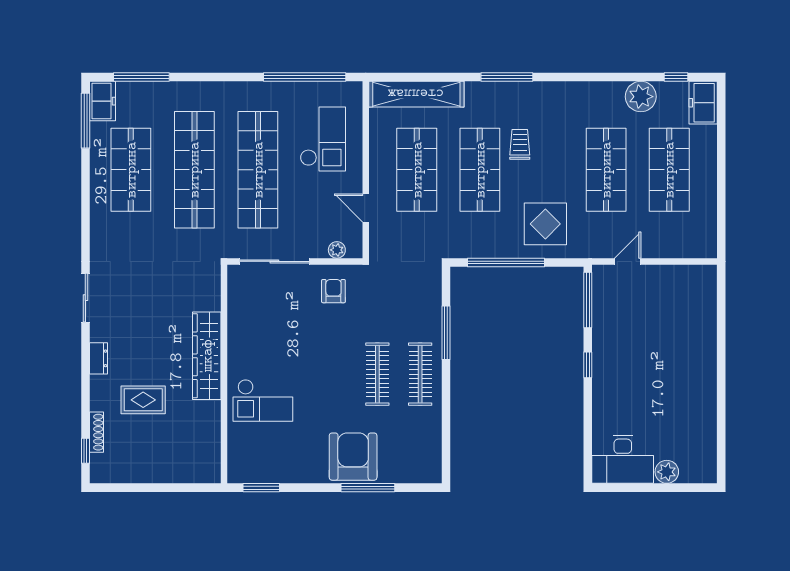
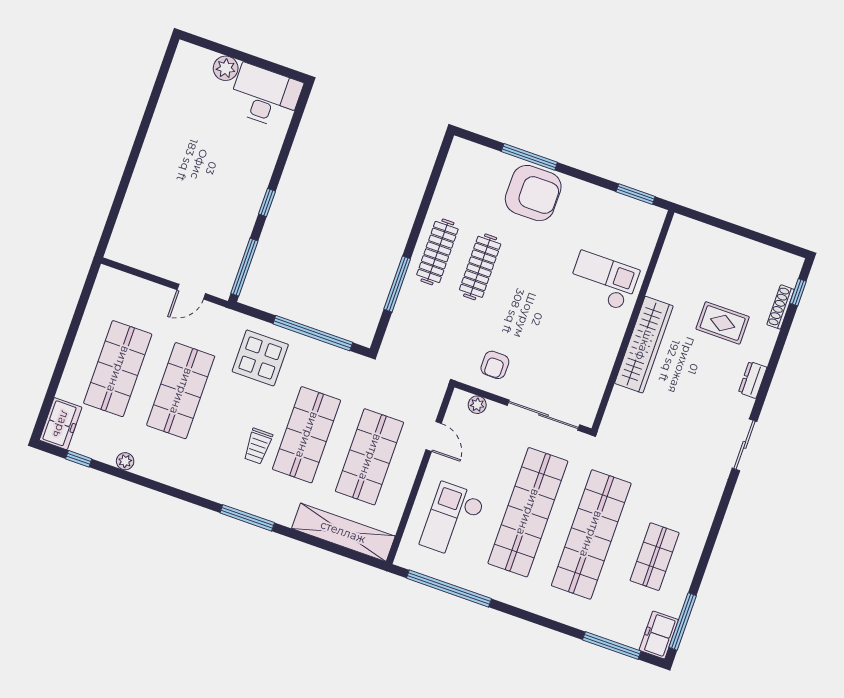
plant: (641, 97) -> (125, 461), width x0.53, depth x0.53
shop shelf: (131, 170) -> (655, 557), width x0.70, depth x0.74
armchair: (353, 457) -> (533, 193), turned -90

